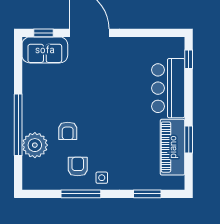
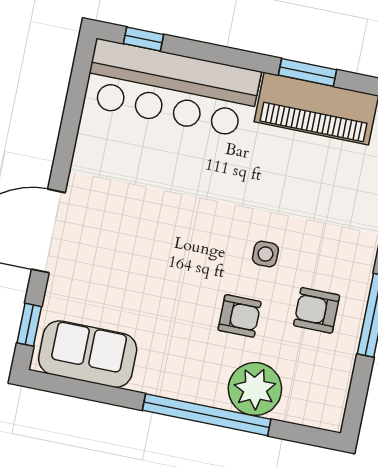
sofa: (45, 50) -> (88, 354), moved, turned -90
bar counter: (168, 88) -> (172, 88), width x1.36
side table: (102, 178) -> (265, 254), moved

